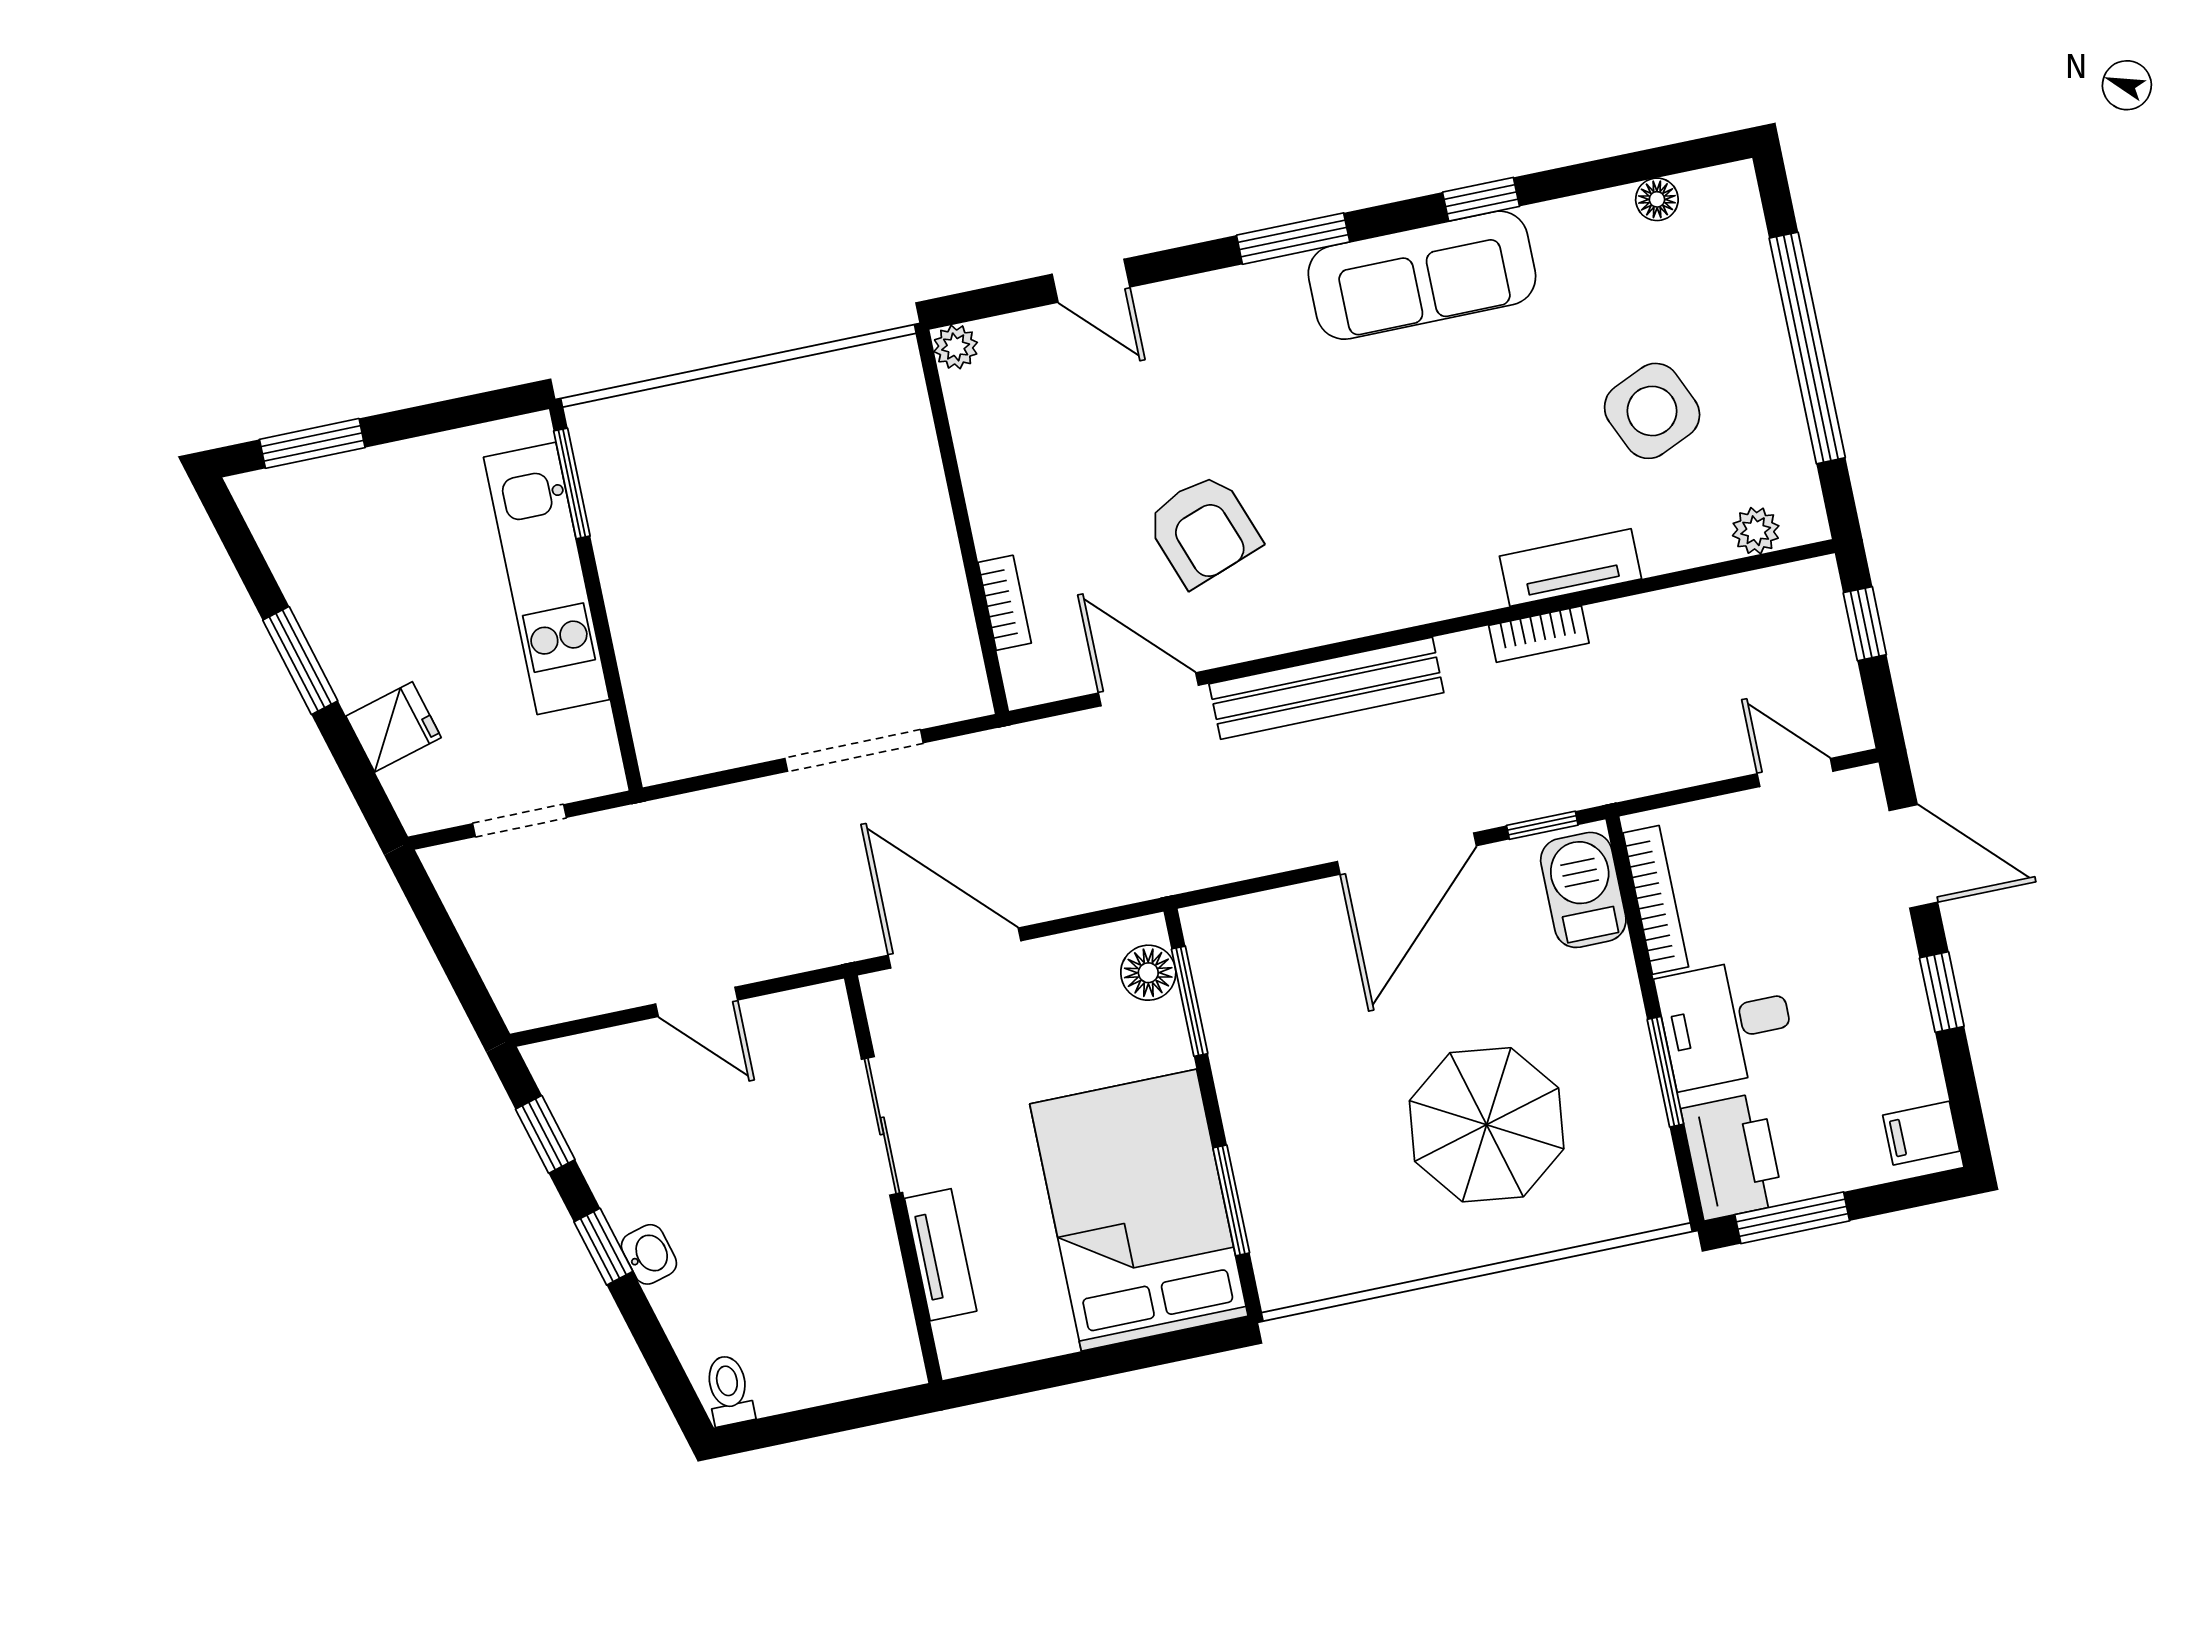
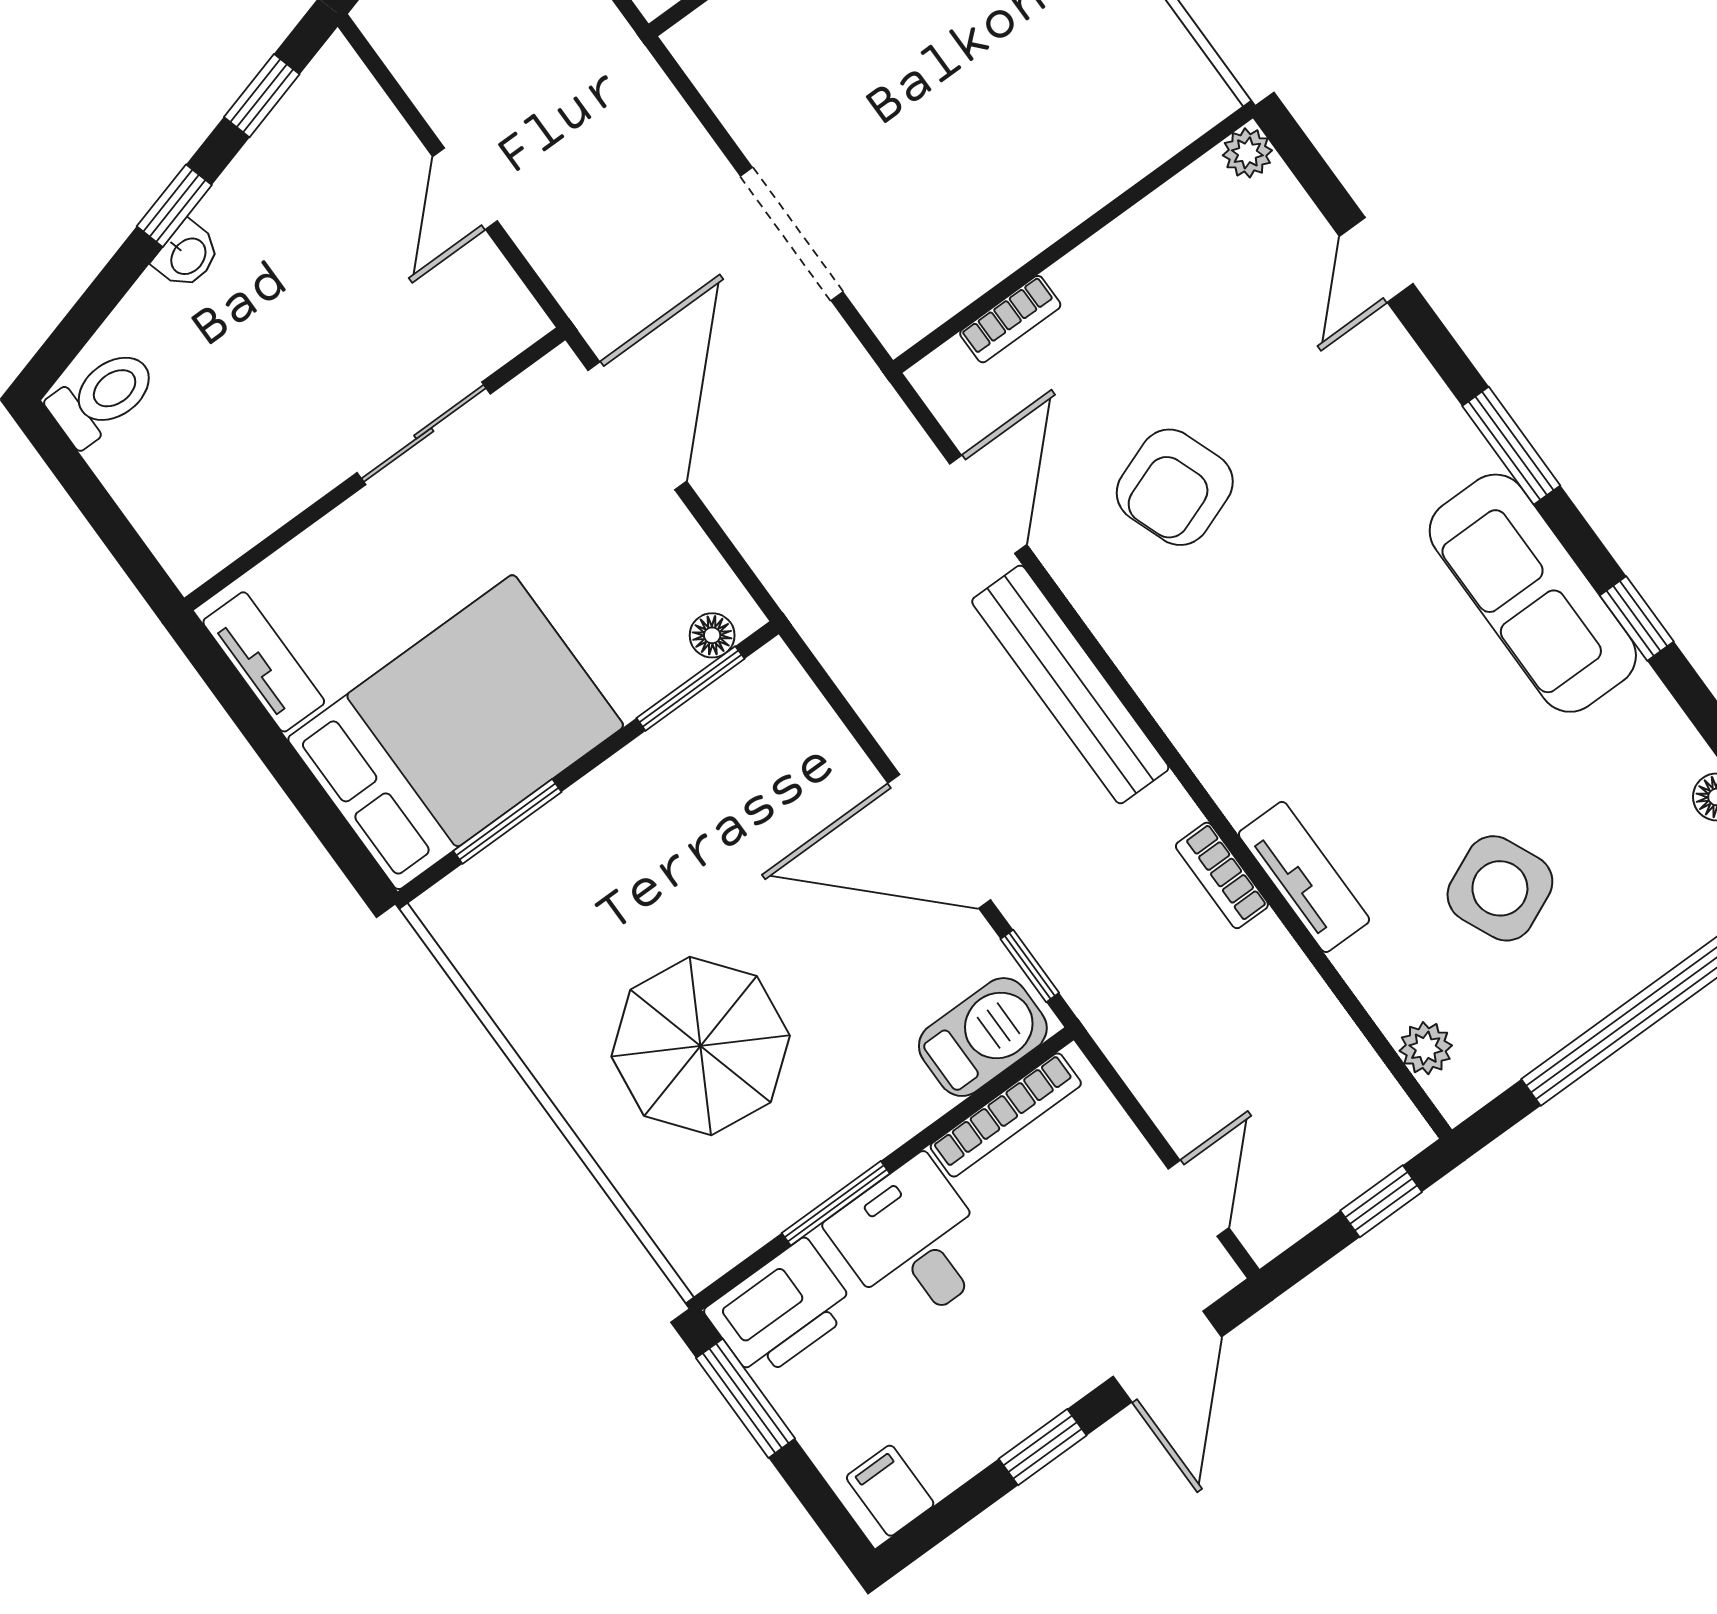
floor lamp: (1148, 973) -> (712, 635), width x0.73, depth x0.73
tv unit: (941, 1255) -> (264, 662), moved, turned -90
toilet: (729, 1390) -> (103, 397), width x1.37, depth x1.39

